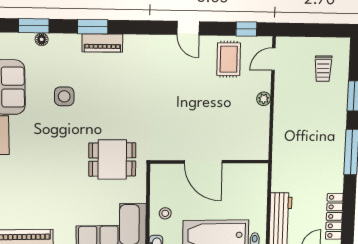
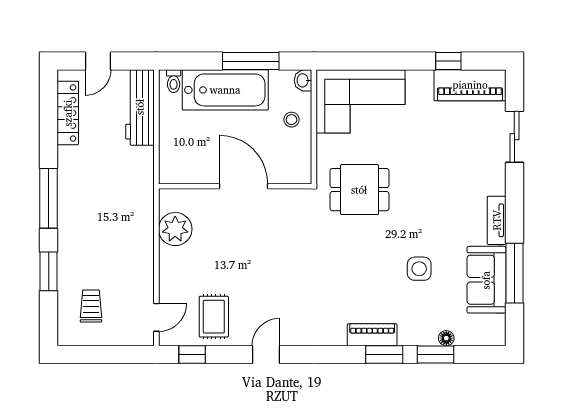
window: (34, 26) -> (436, 354), moved
door: (188, 28) -> (266, 354), hinge flipped
plant: (264, 99) -> (175, 229), moved, width x1.88, depth x1.88

